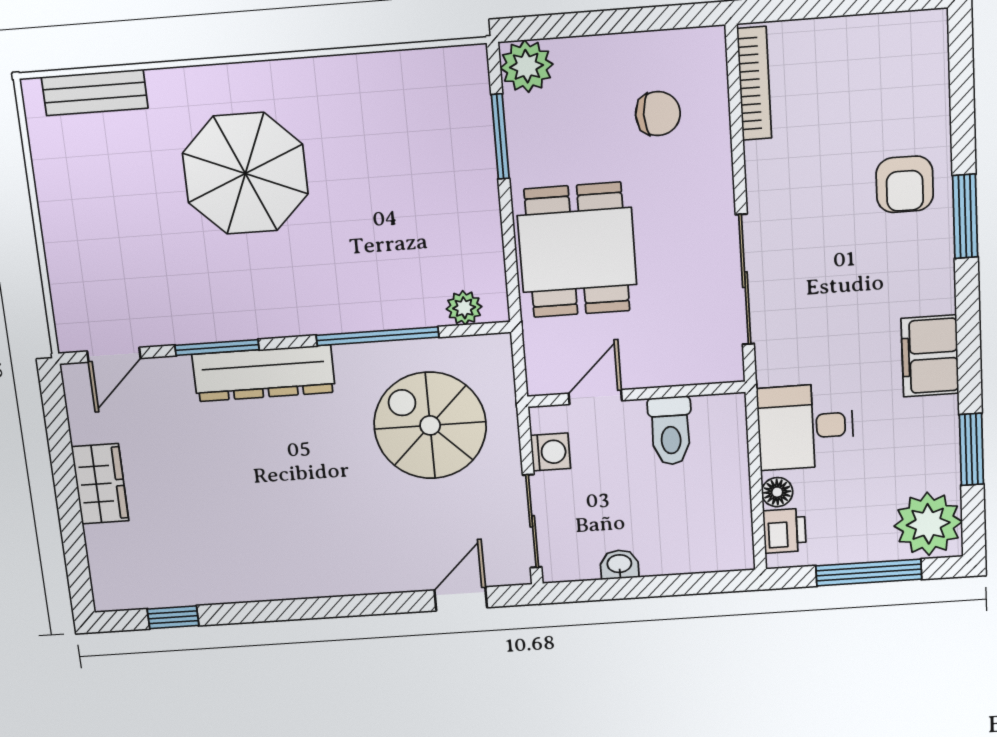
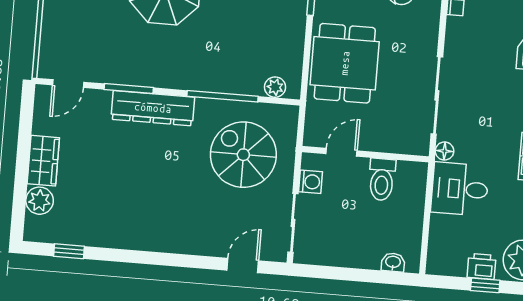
floor lamp: (777, 492) -> (445, 151), moved
printer: (784, 531) -> (482, 266), moved, turned -90
plant: (108, 547) -> (40, 201), added
washbasin: (619, 564) -> (393, 262), moved
window: (869, 573) -> (485, 285), width x0.46

